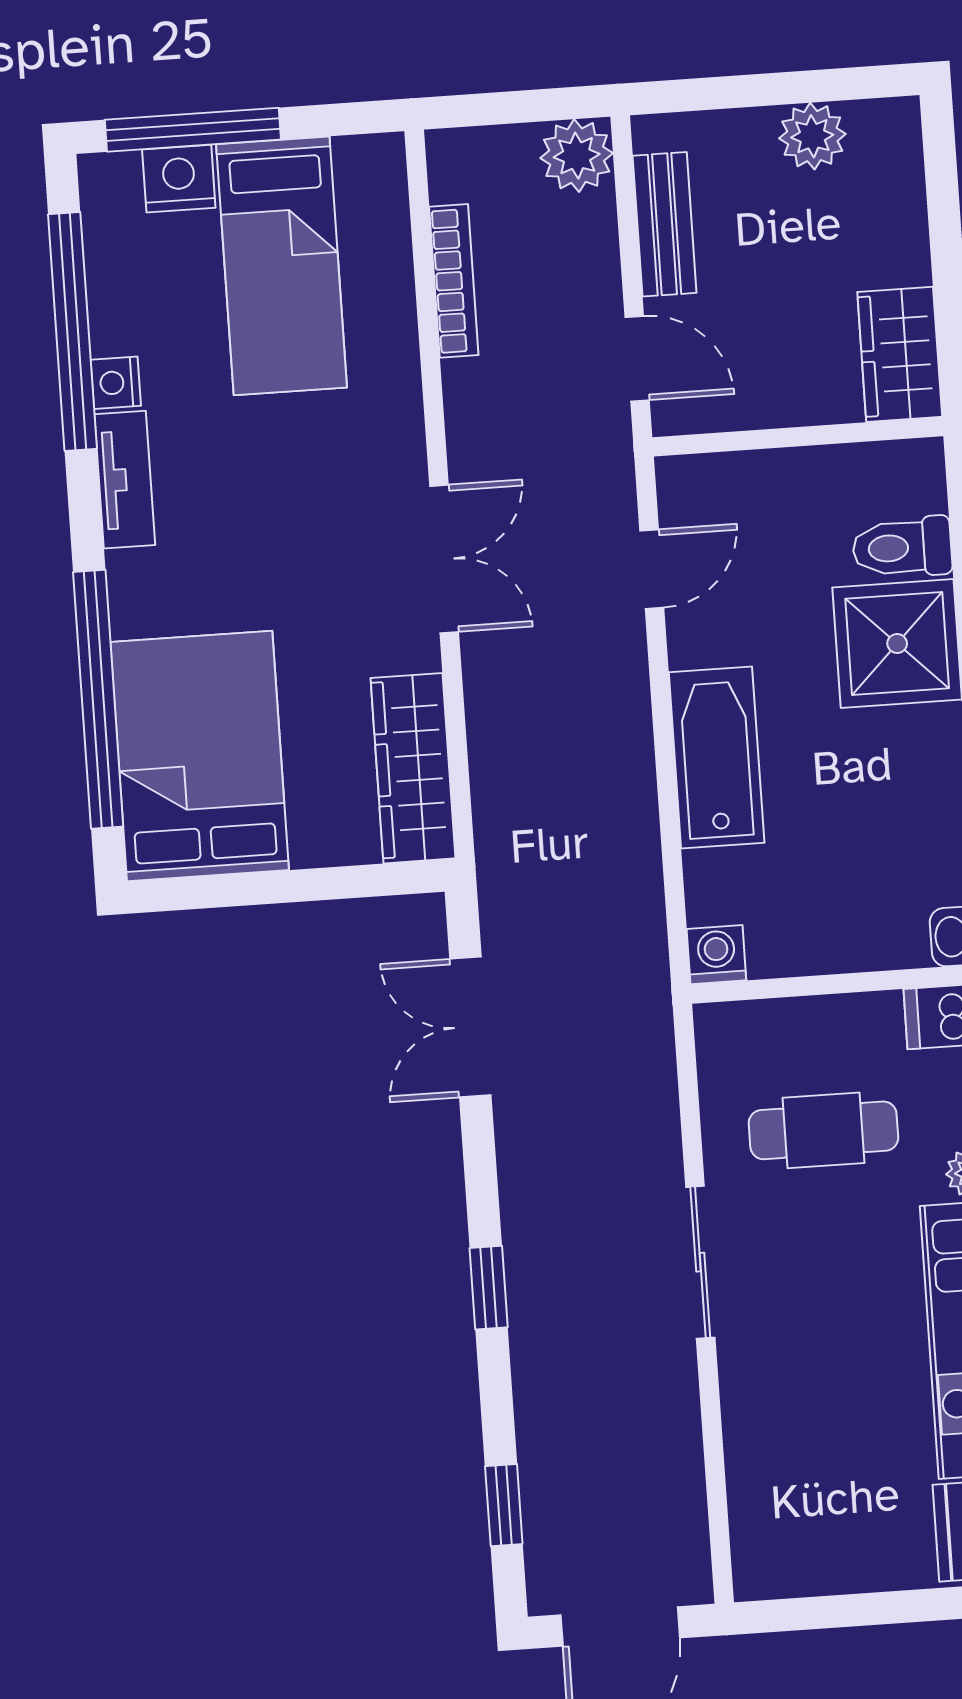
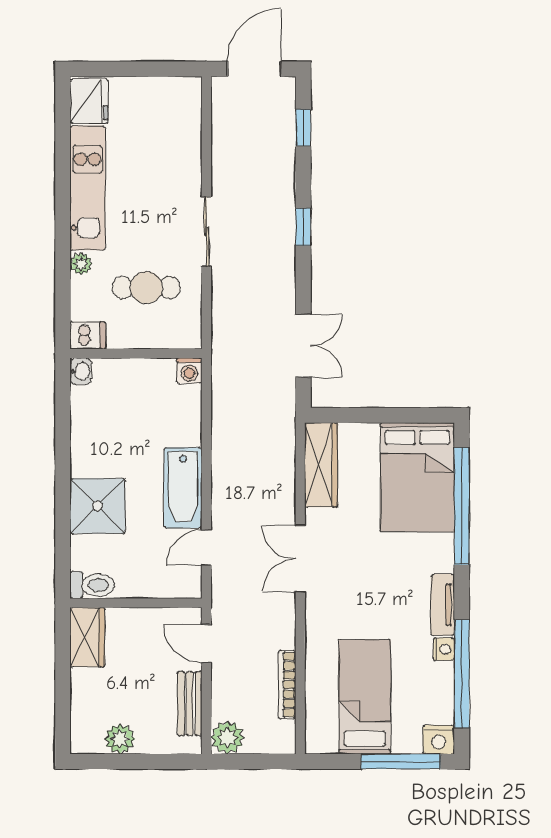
nightstand: (179, 179) -> (439, 740), moved
toilet: (902, 547) -> (92, 585), moved
bathtub: (717, 758) -> (183, 488), moved

